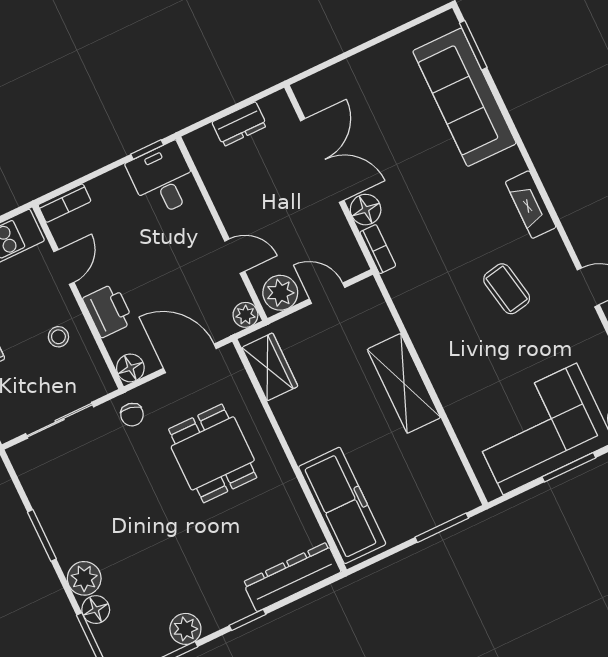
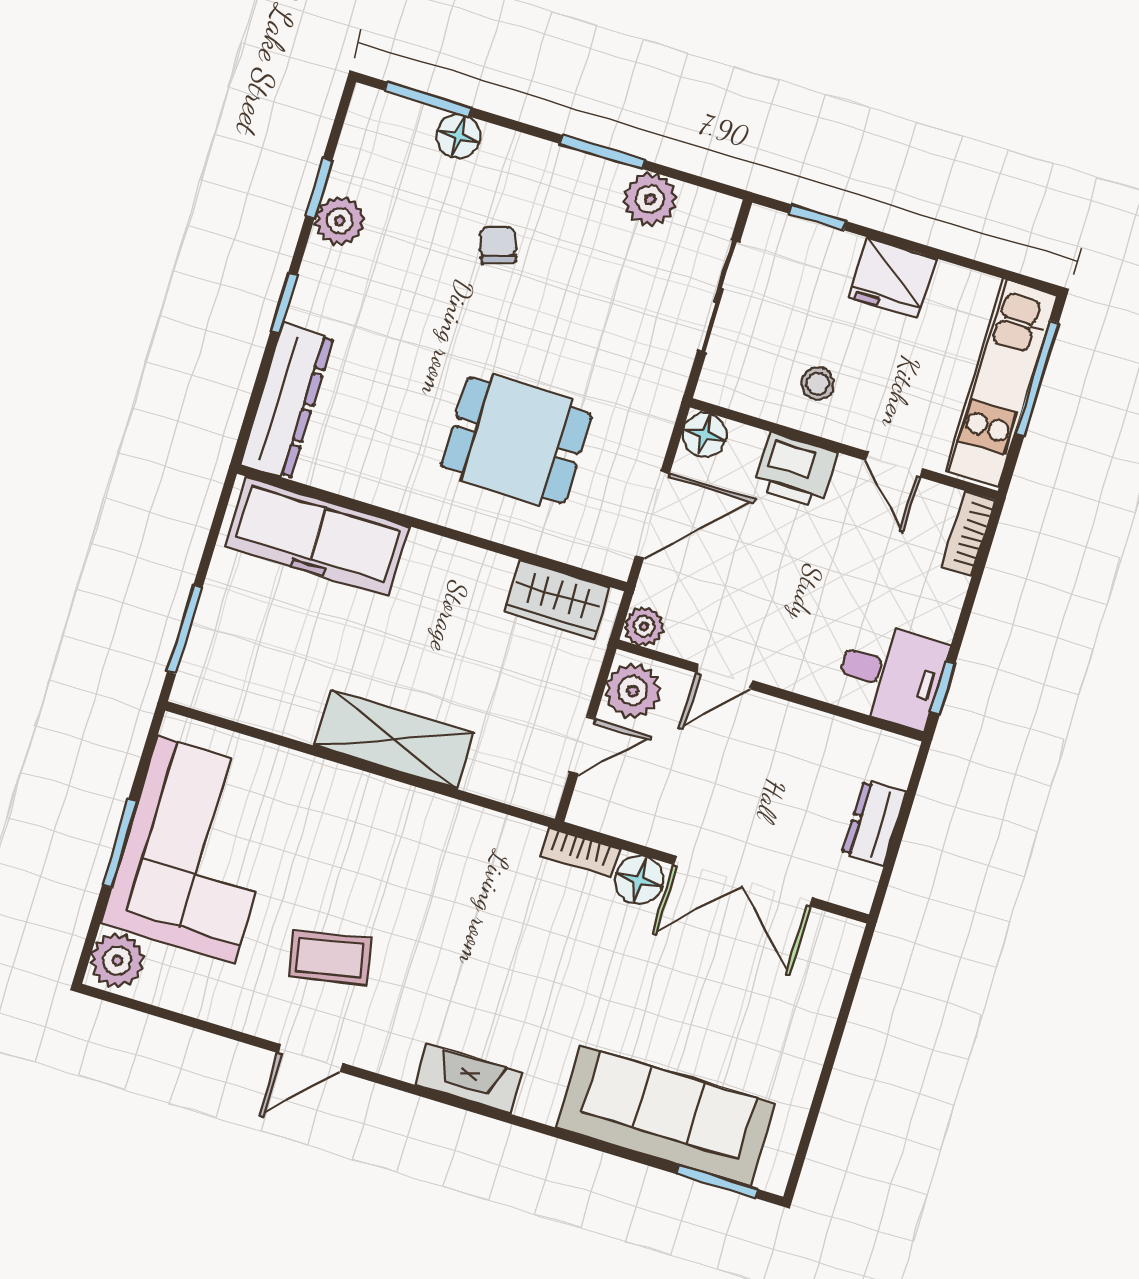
coffee table: (507, 289) -> (330, 958), moved
chair: (132, 415) -> (498, 245), moved, turned 60
plant: (84, 578) -> (650, 199), moved

